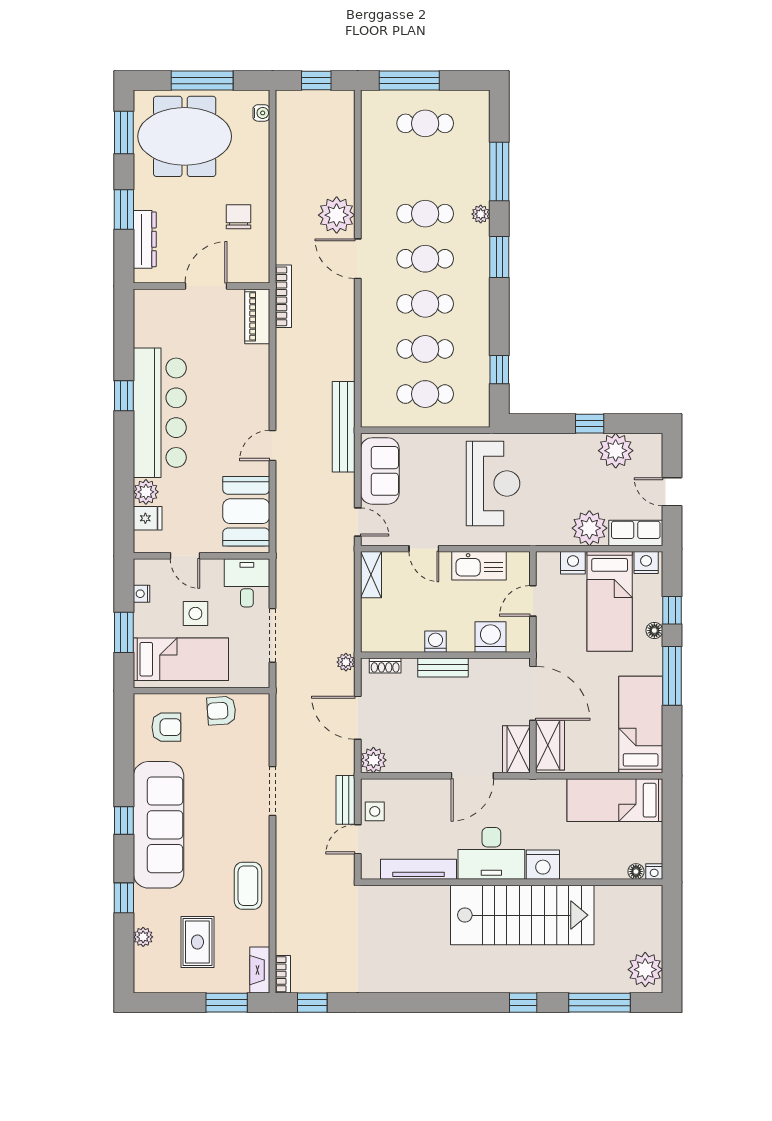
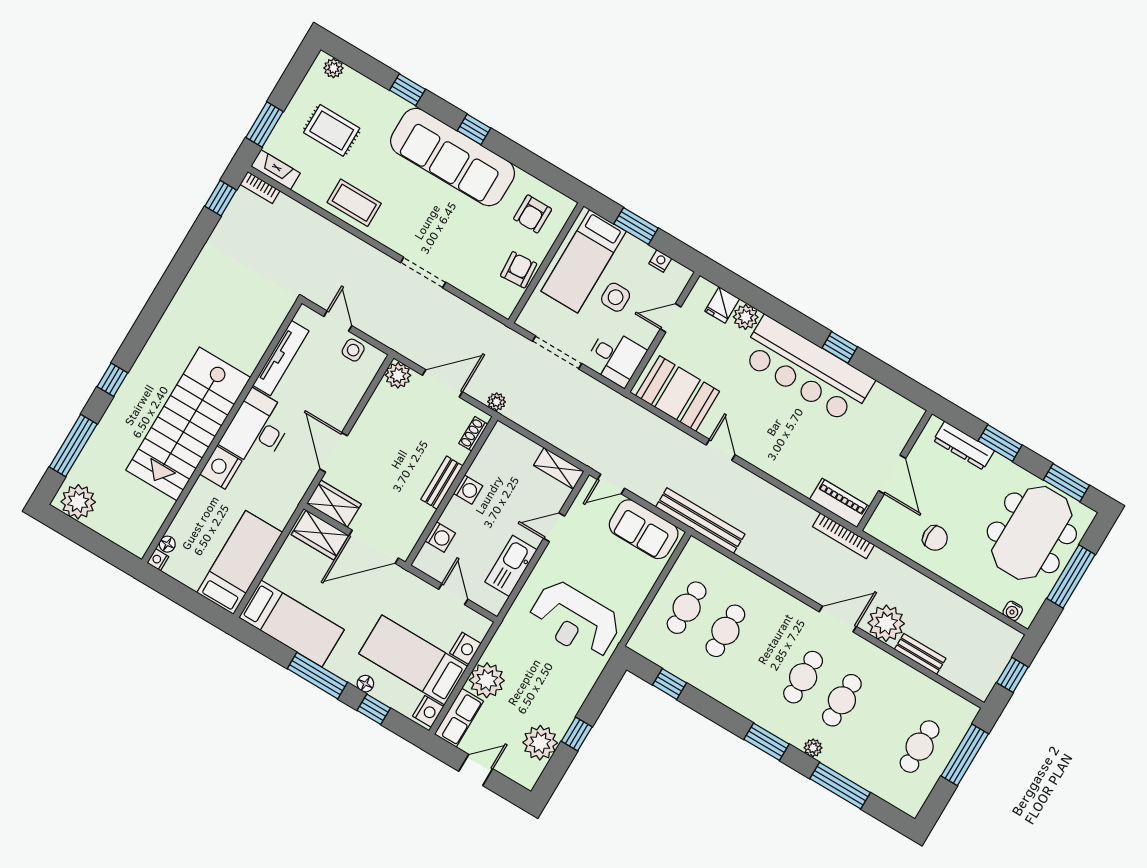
cafe table: (425, 304) -> (764, 654), removed
washing machine: (490, 637) -> (440, 537), width x0.73, depth x0.73
bench: (346, 800) -> (920, 654), moved
plant: (143, 937) -> (333, 68), moved

